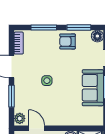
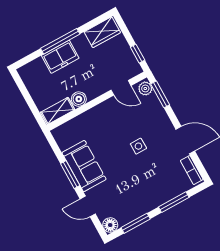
armchair: (68, 41) -> (140, 201), removed
window: (12, 96) -> (160, 94), moved

